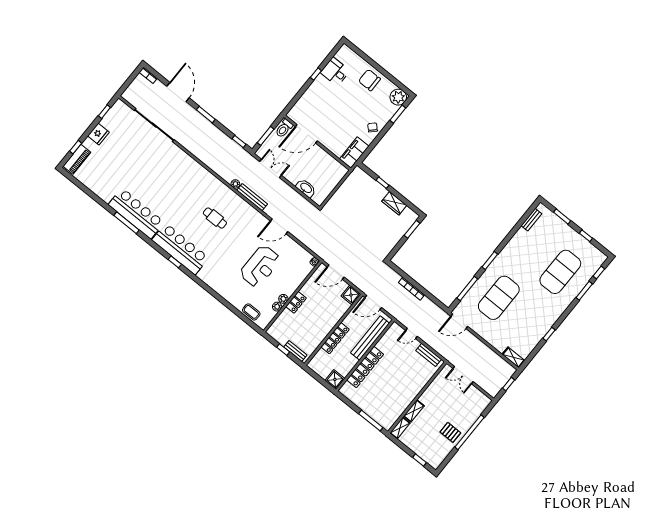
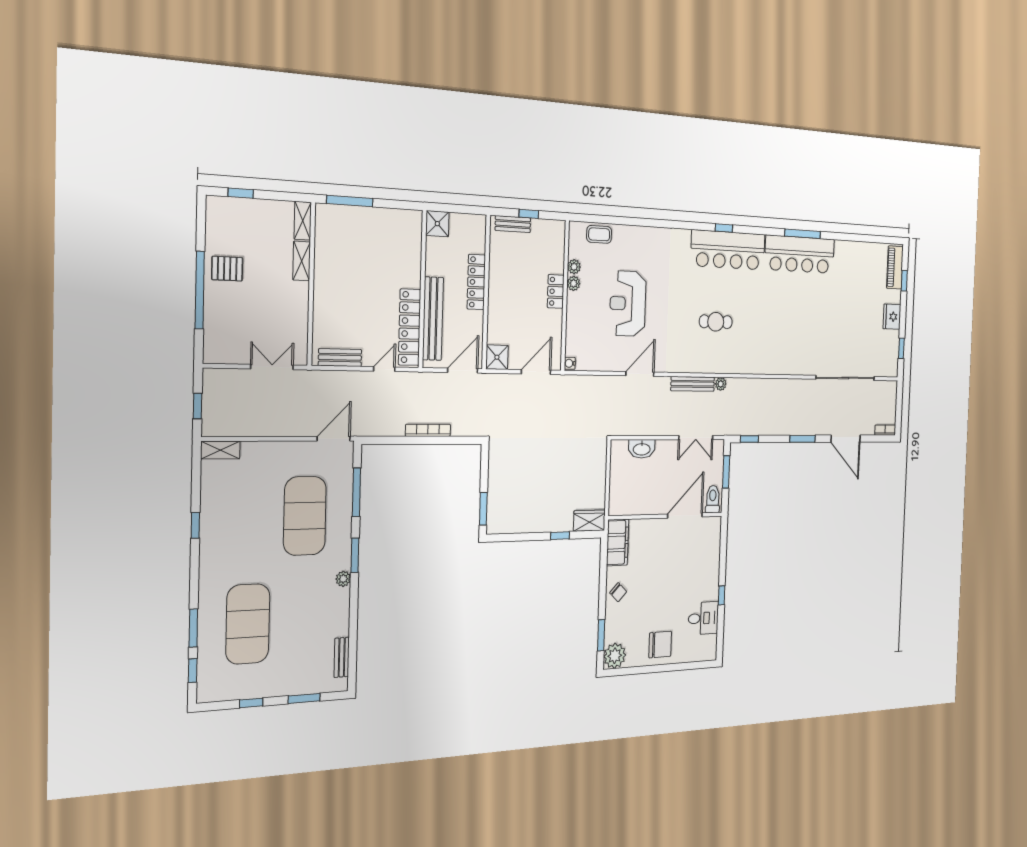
wardrobe: (394, 203) -> (589, 521), moved
plant: (503, 255) -> (343, 579), added
locker: (365, 367) -> (409, 327), moved

